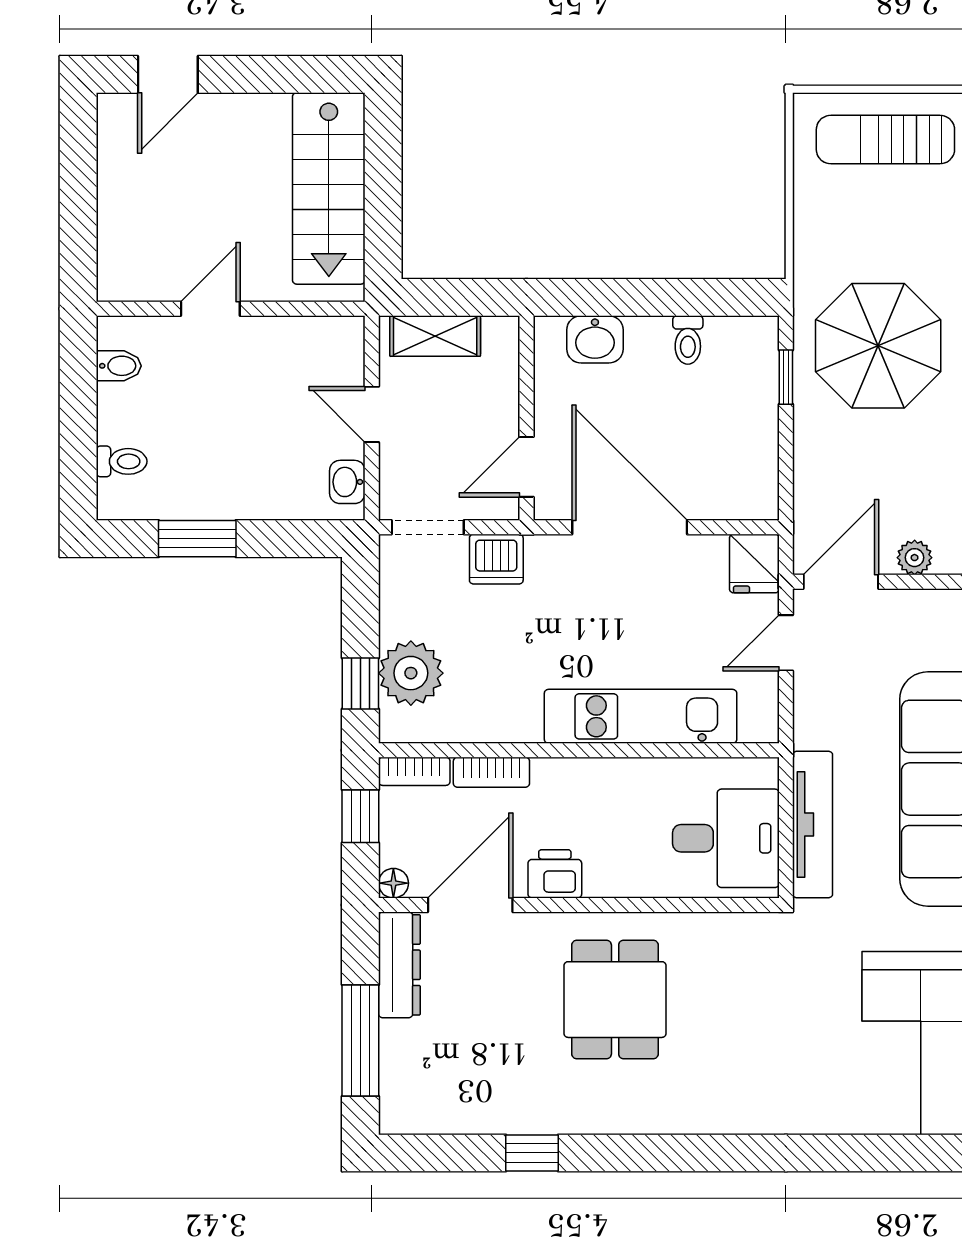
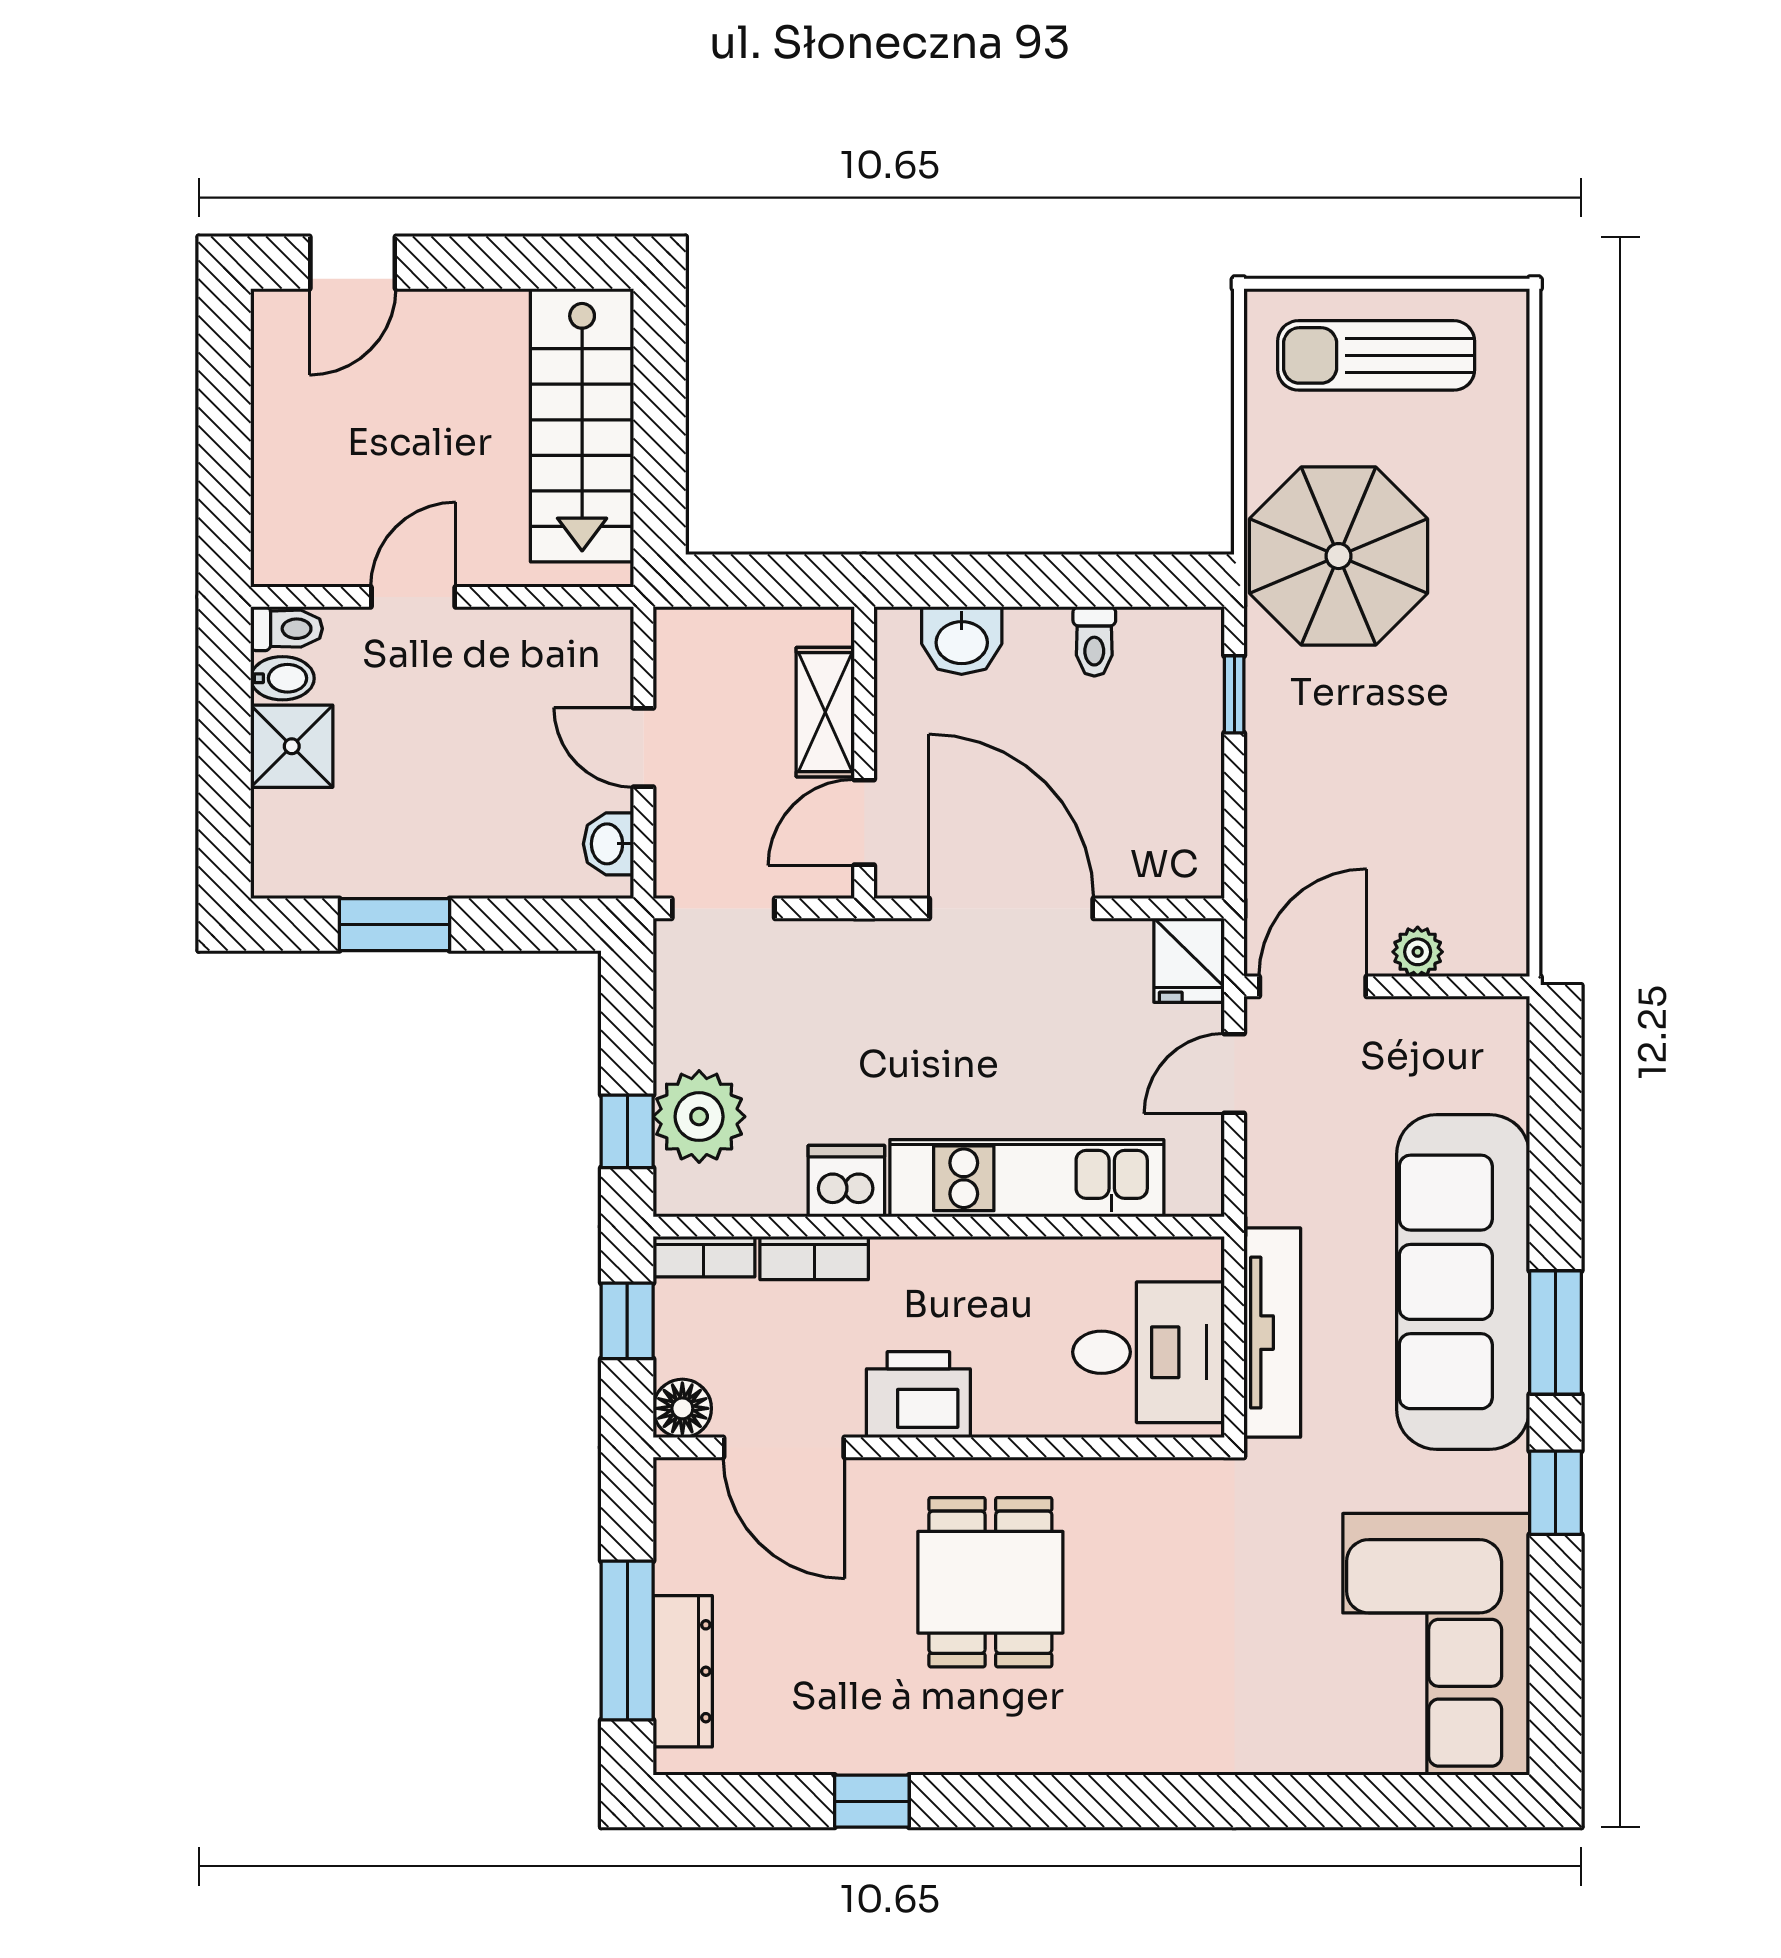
shelving: (435, 336) -> (825, 712), moved, turned 90
parasol: (878, 346) -> (1339, 556), moved
shower: (125, 413) -> (292, 746), added
toilet: (122, 461) -> (287, 629), moved
dishwasher: (496, 559) -> (846, 1181), moved, turned 180
printer: (555, 874) -> (918, 1395), width x1.36, depth x1.24
floor lamp: (393, 883) -> (682, 1408), width x1.37, depth x1.37
door: (470, 905) -> (784, 1447), swing flipped
dresser: (399, 965) -> (683, 1671), moved

